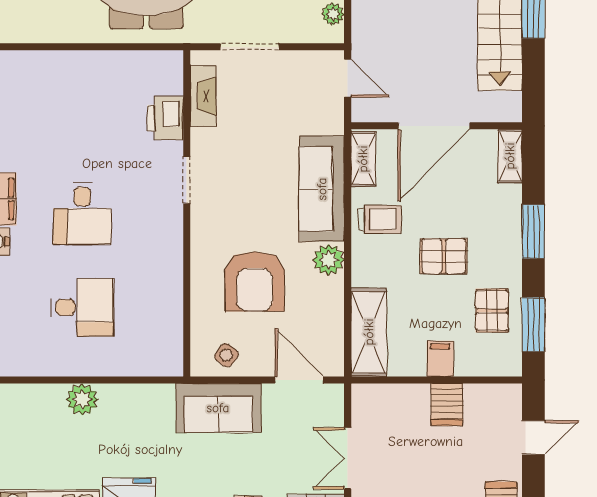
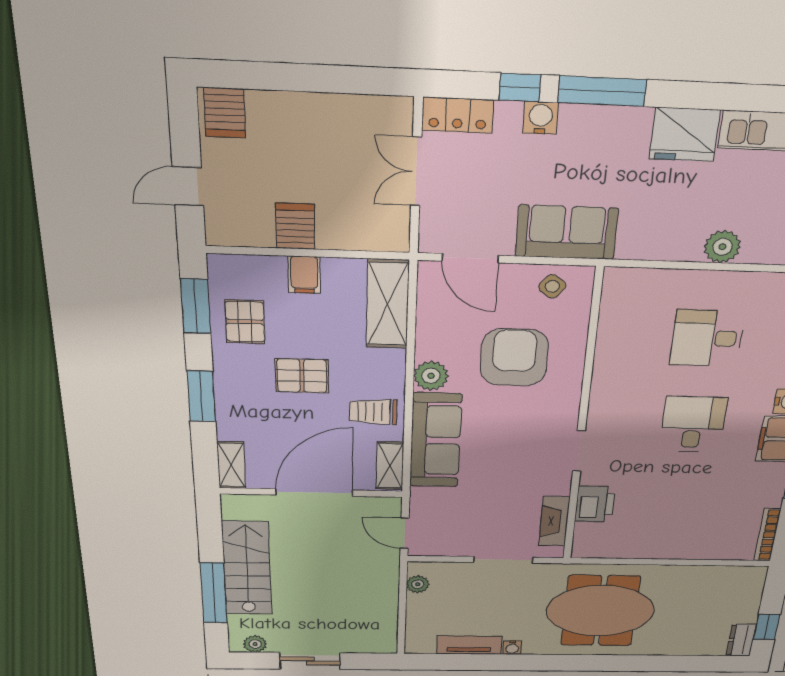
double door: (348, 458) -> (416, 172), swing flipped

